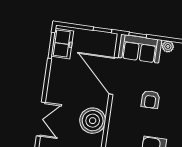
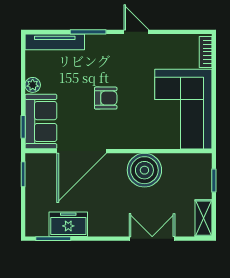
freezer: (63, 44) -> (68, 224), moved

